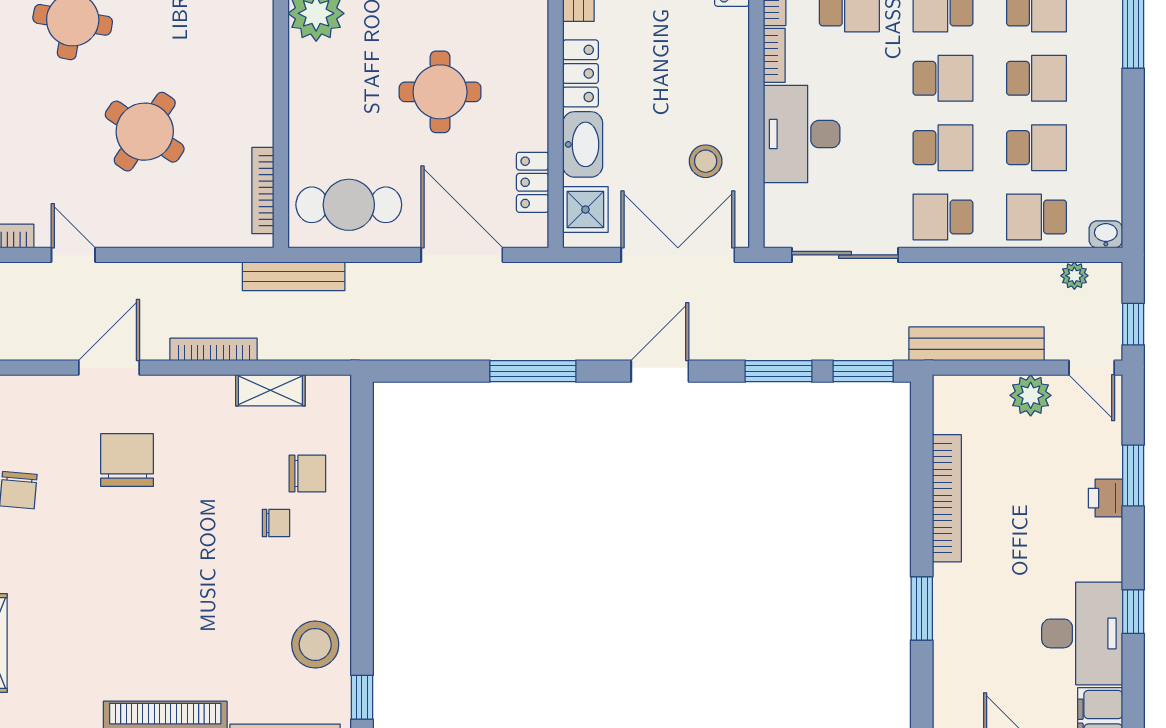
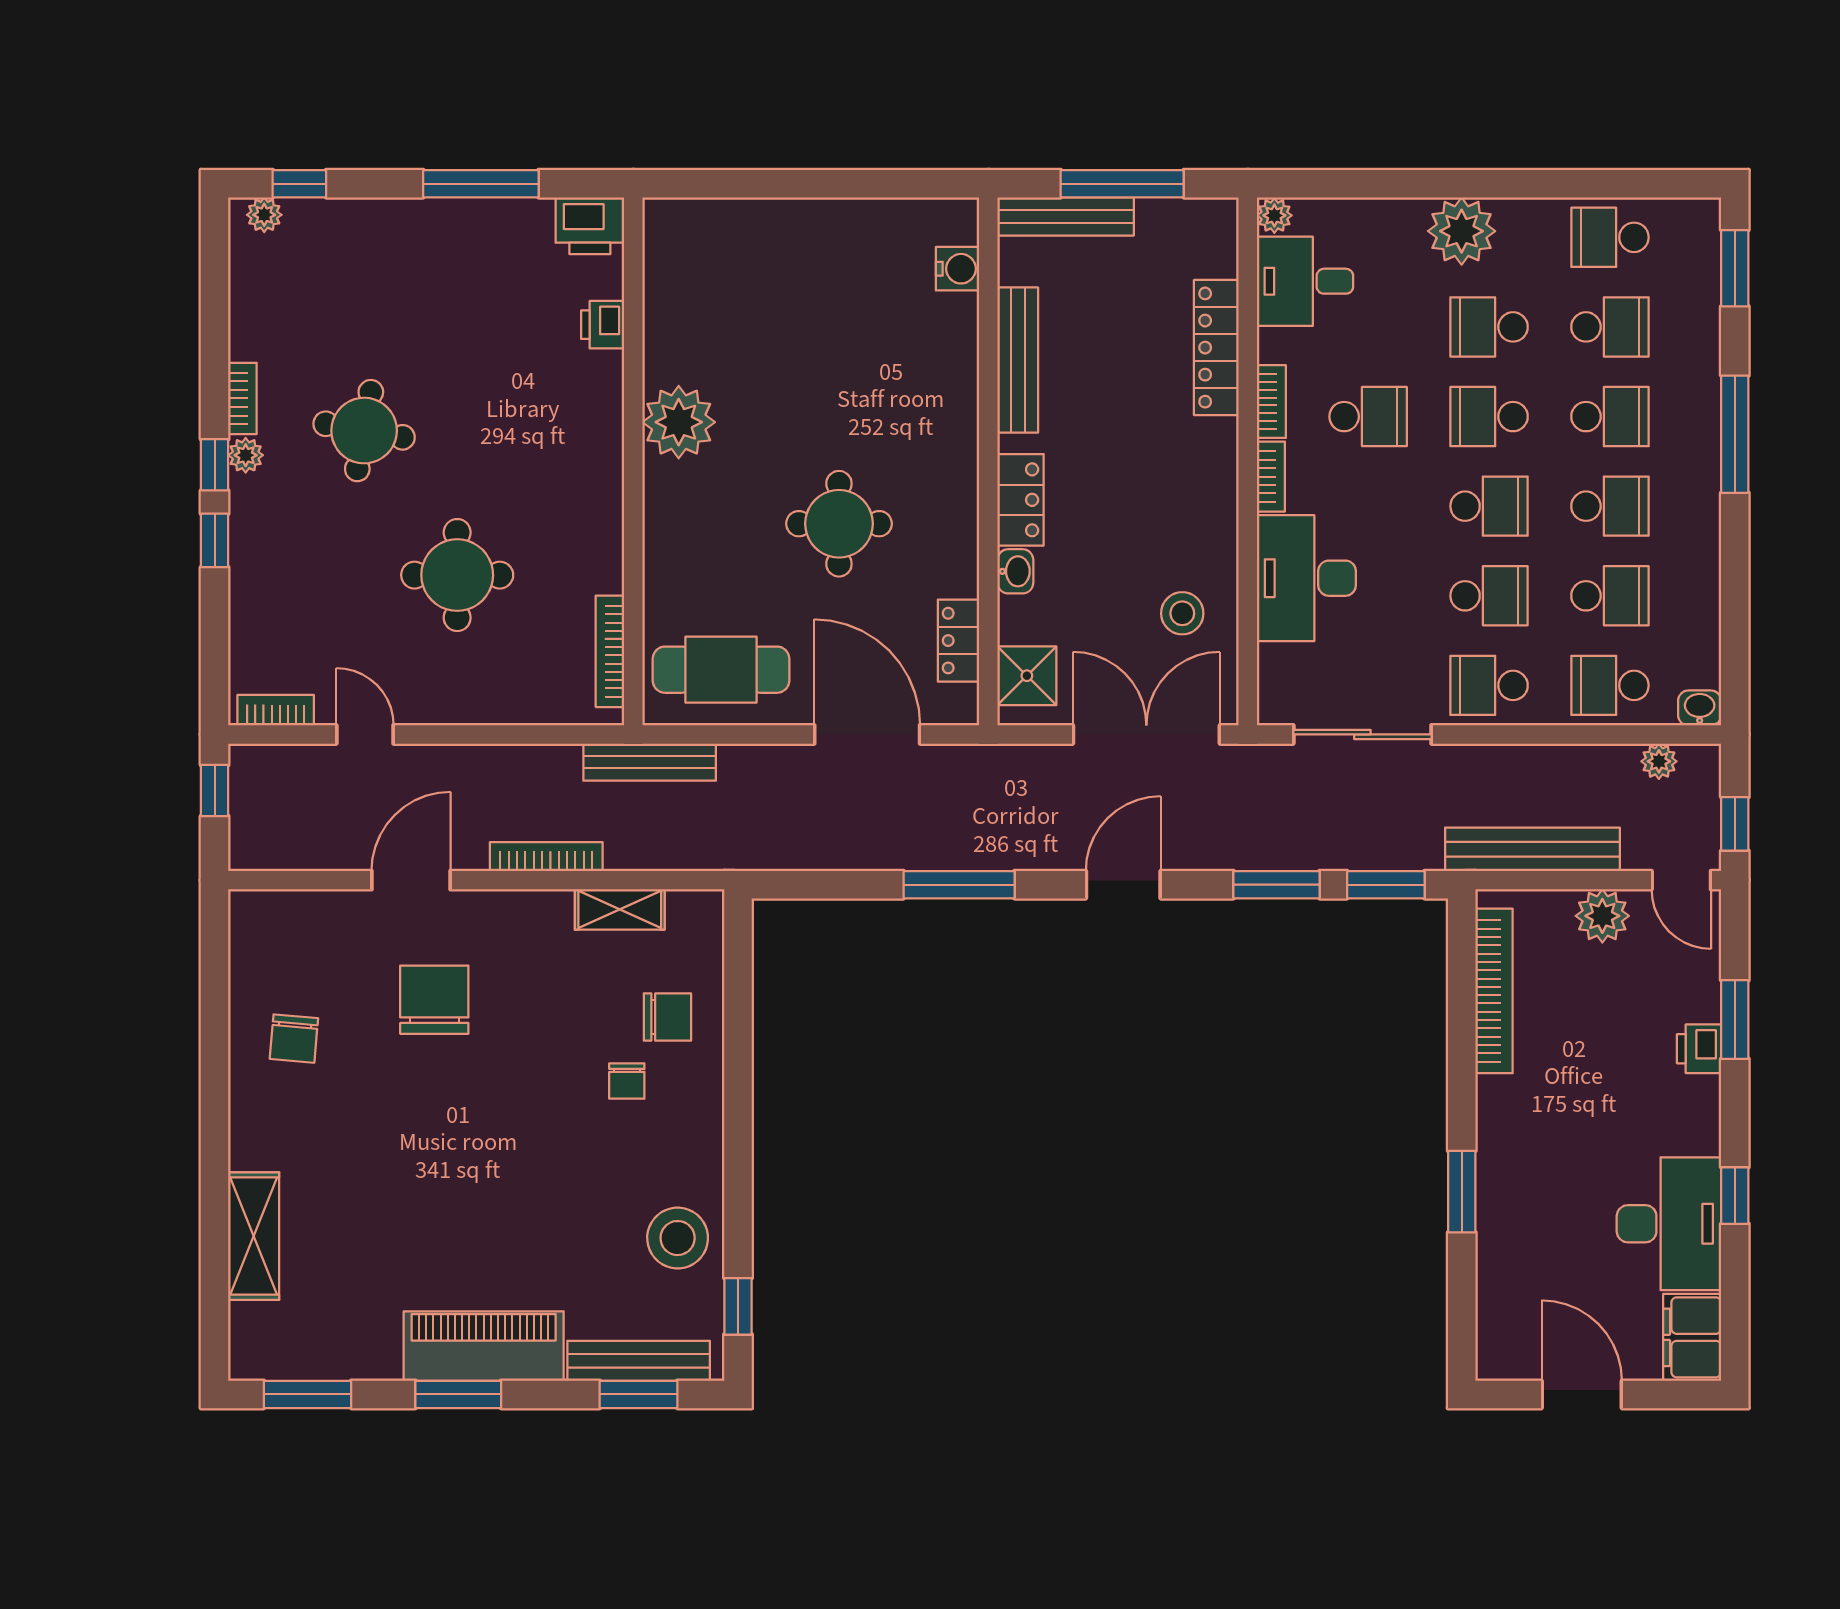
round table: (145, 132) -> (457, 575), turned -34
washbasin: (583, 144) -> (1015, 571), width x0.52, depth x0.69
bookcase: (947, 498) -> (1494, 991), moved
chair: (276, 523) -> (627, 1081), turned 90

